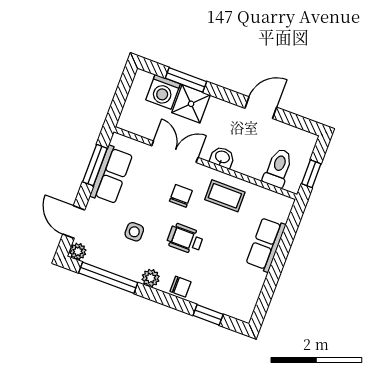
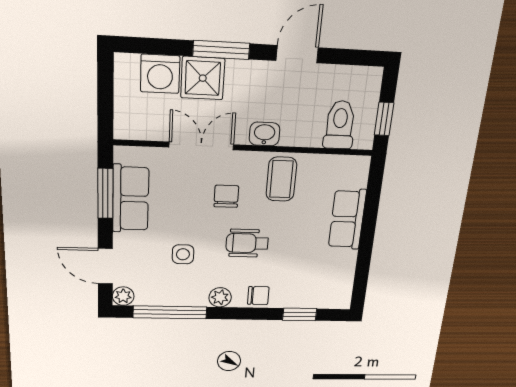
window: (186, 80) -> (221, 50), moved
coffee table: (225, 196) -> (281, 179), turned 90

